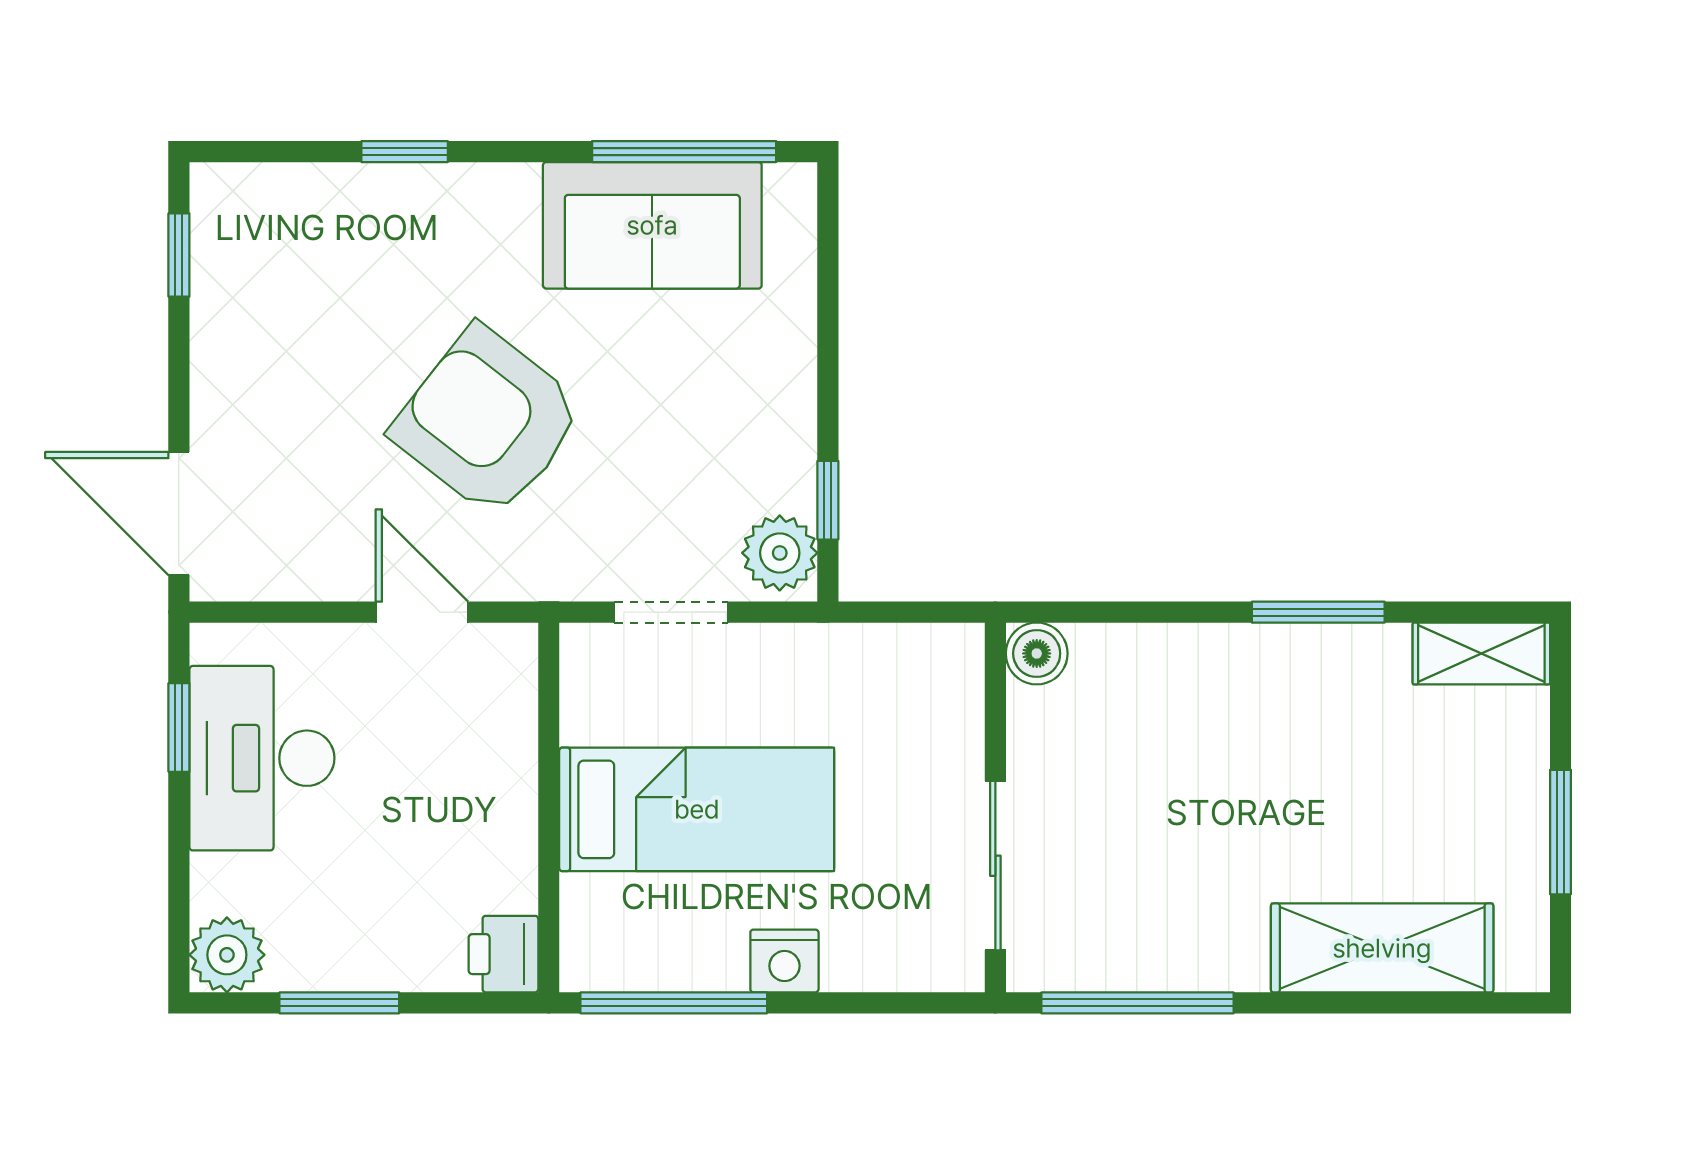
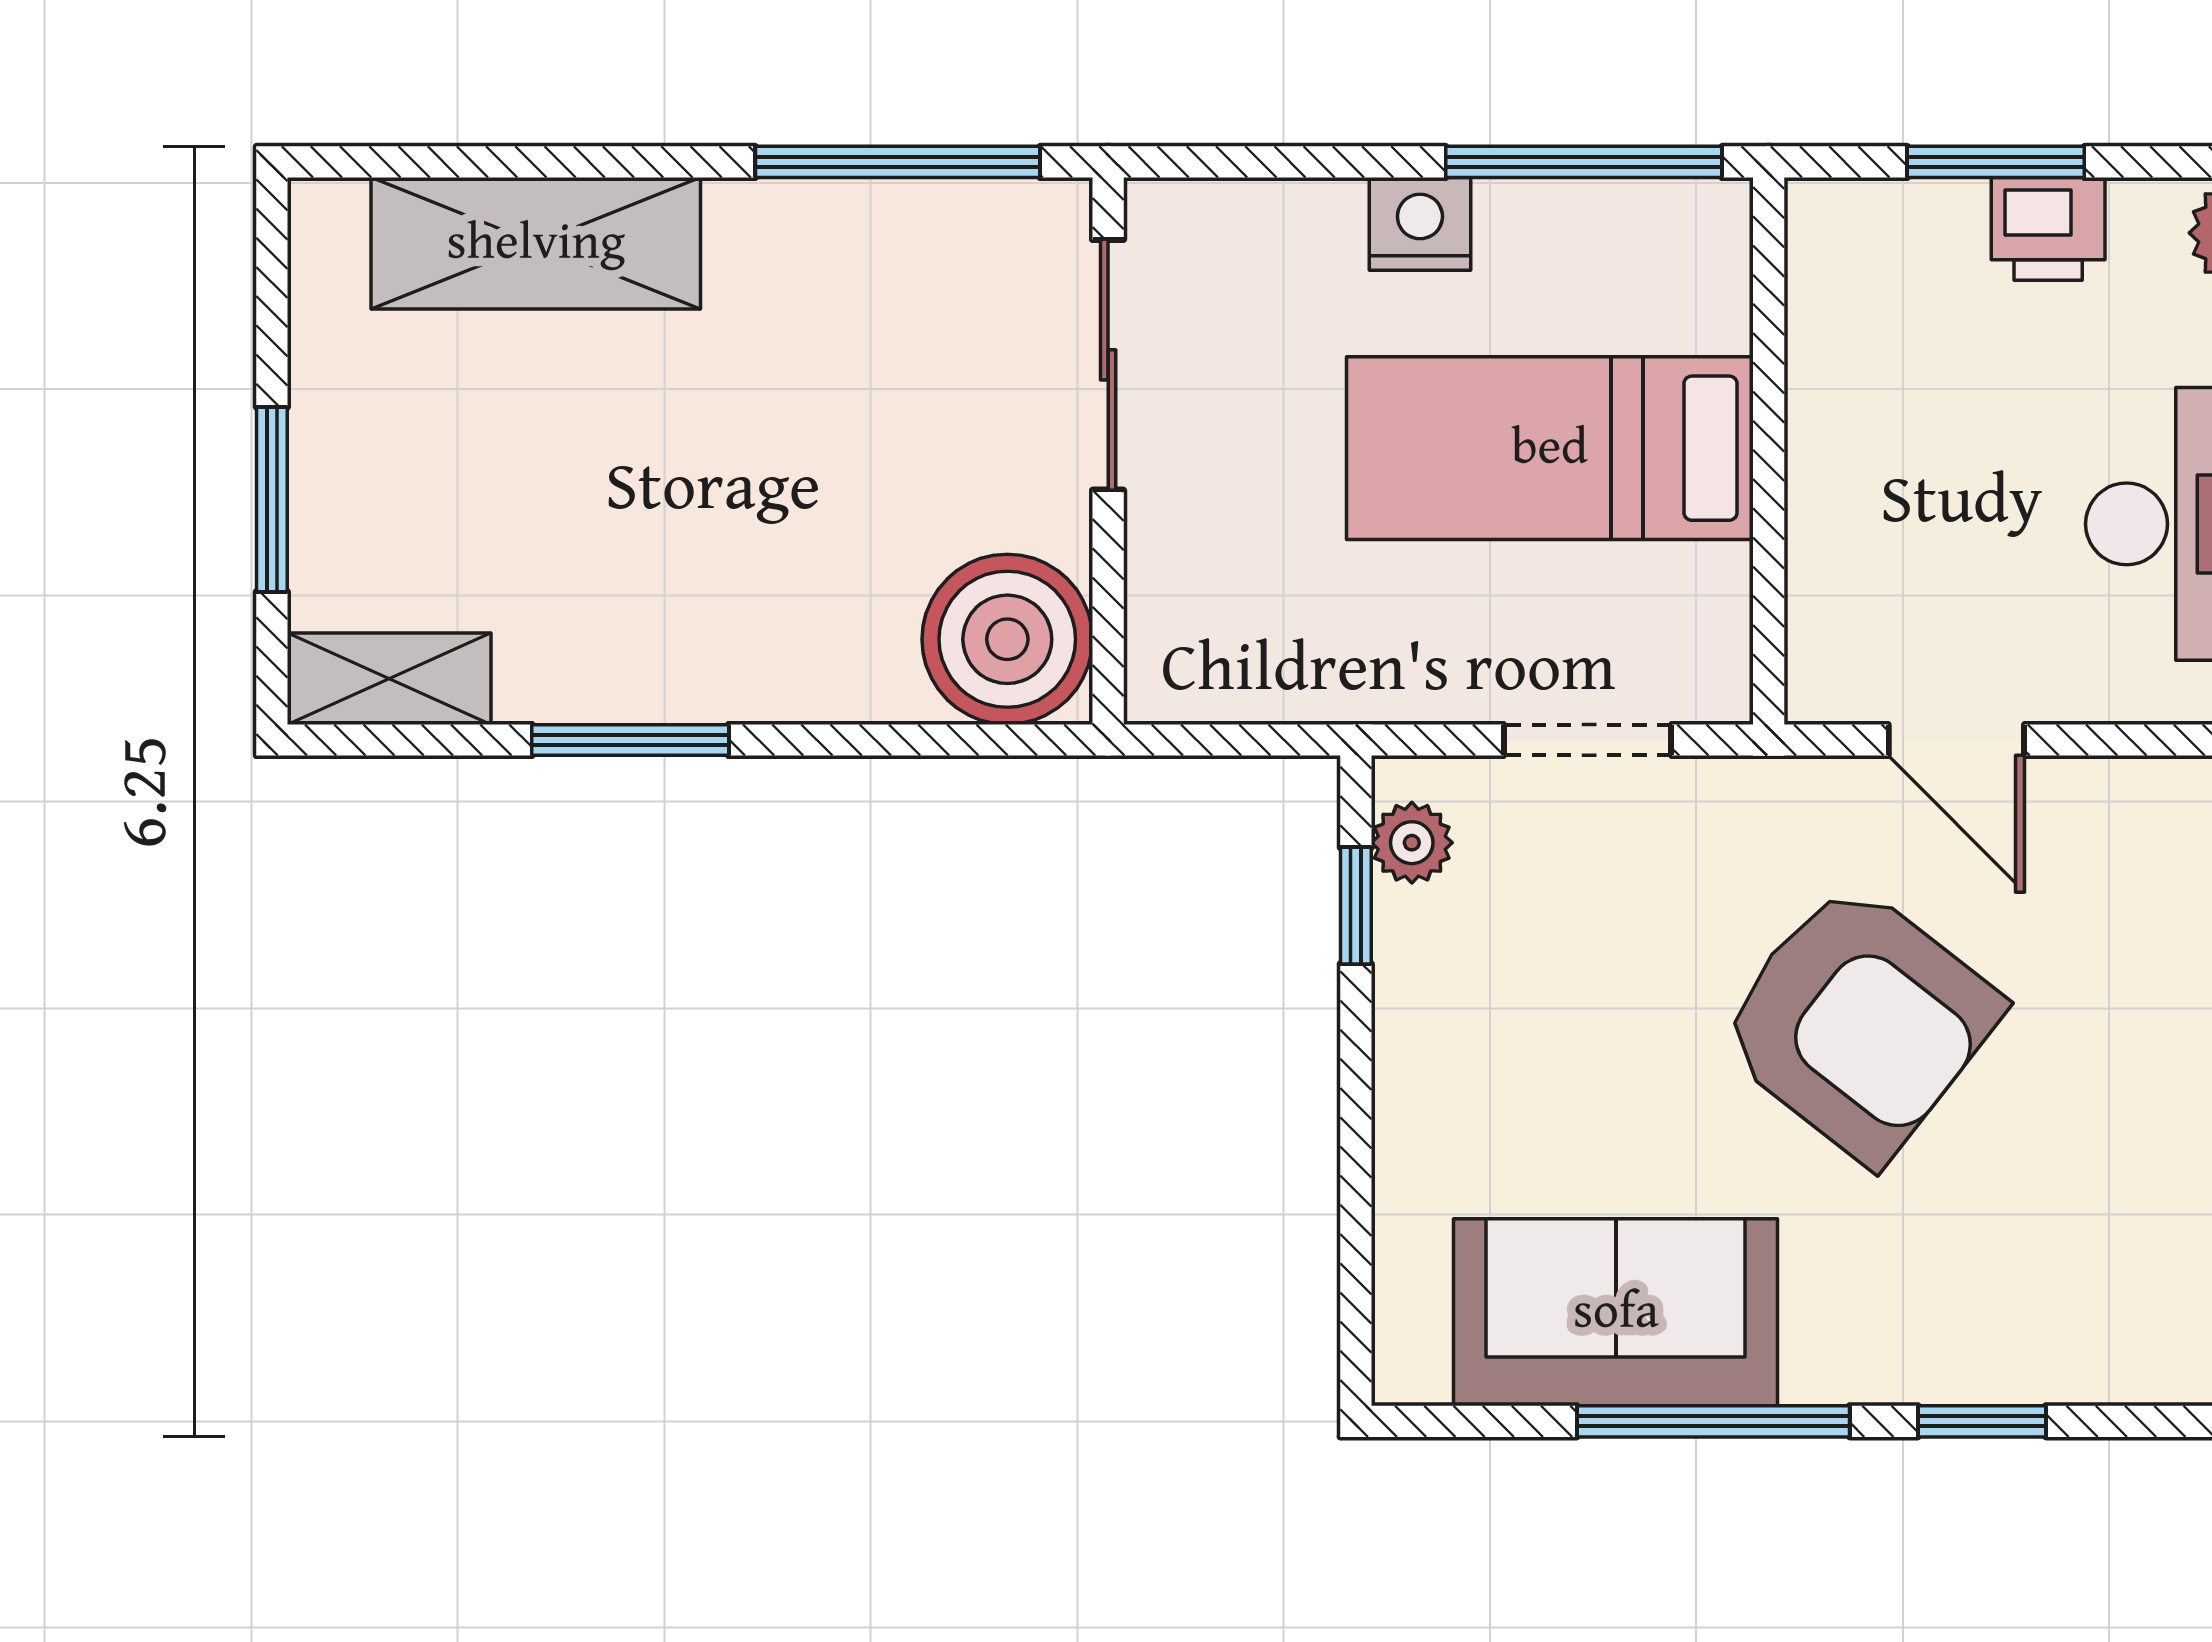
window: (684, 152) -> (1713, 1421), moved
plant: (780, 553) -> (1412, 843), width x0.73, depth x0.73
boiler: (1037, 653) -> (1007, 639), width x1.86, depth x1.86
window: (1560, 832) -> (272, 499), moved
printer: (503, 954) -> (2048, 229), moved, turned 90
window: (339, 1003) -> (1996, 162), moved

